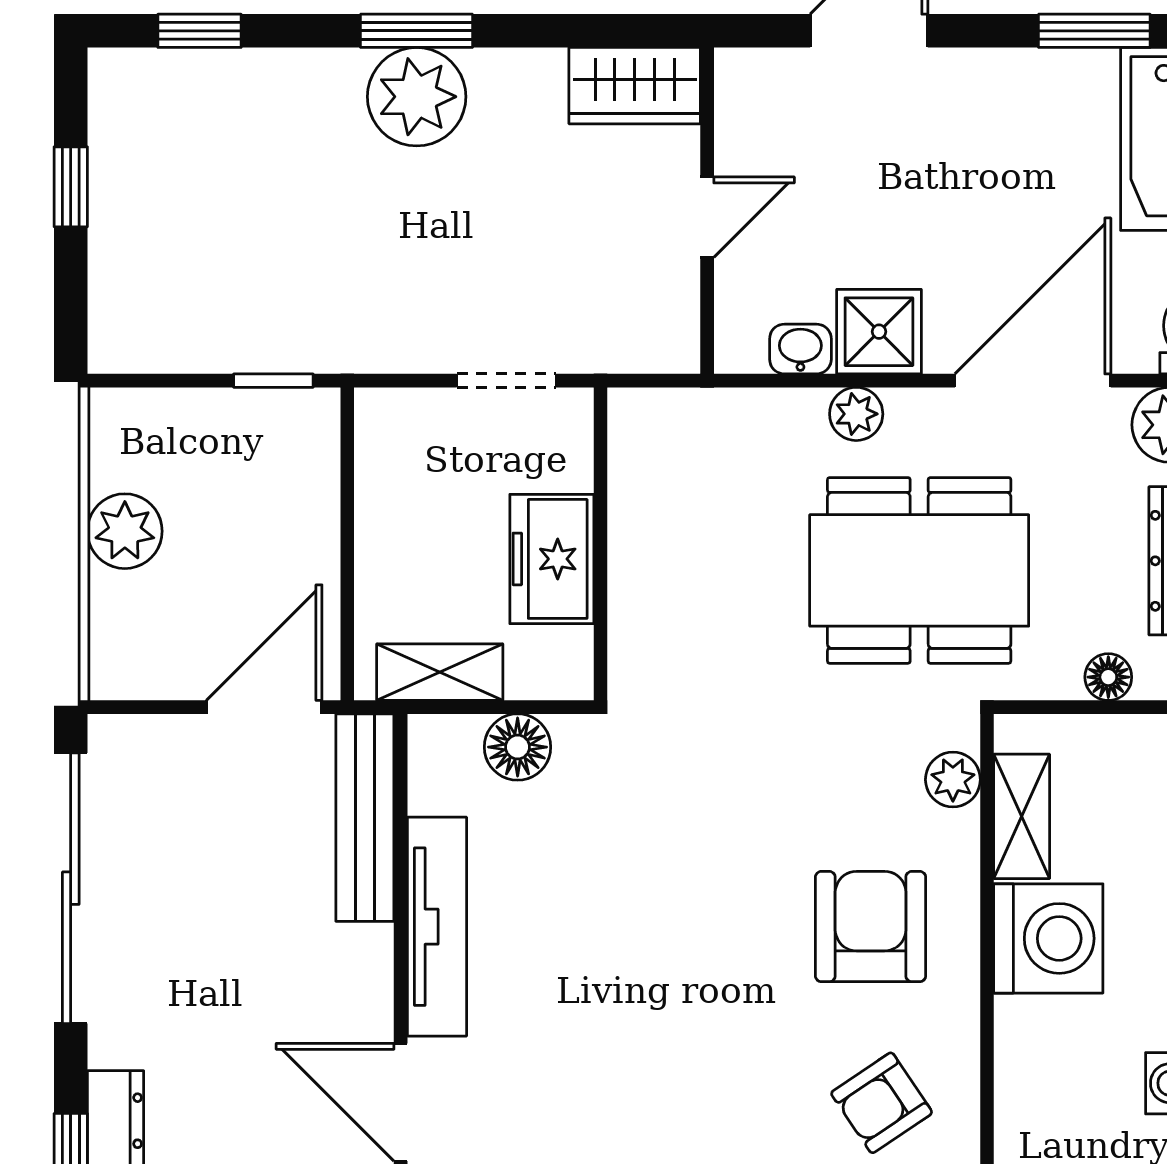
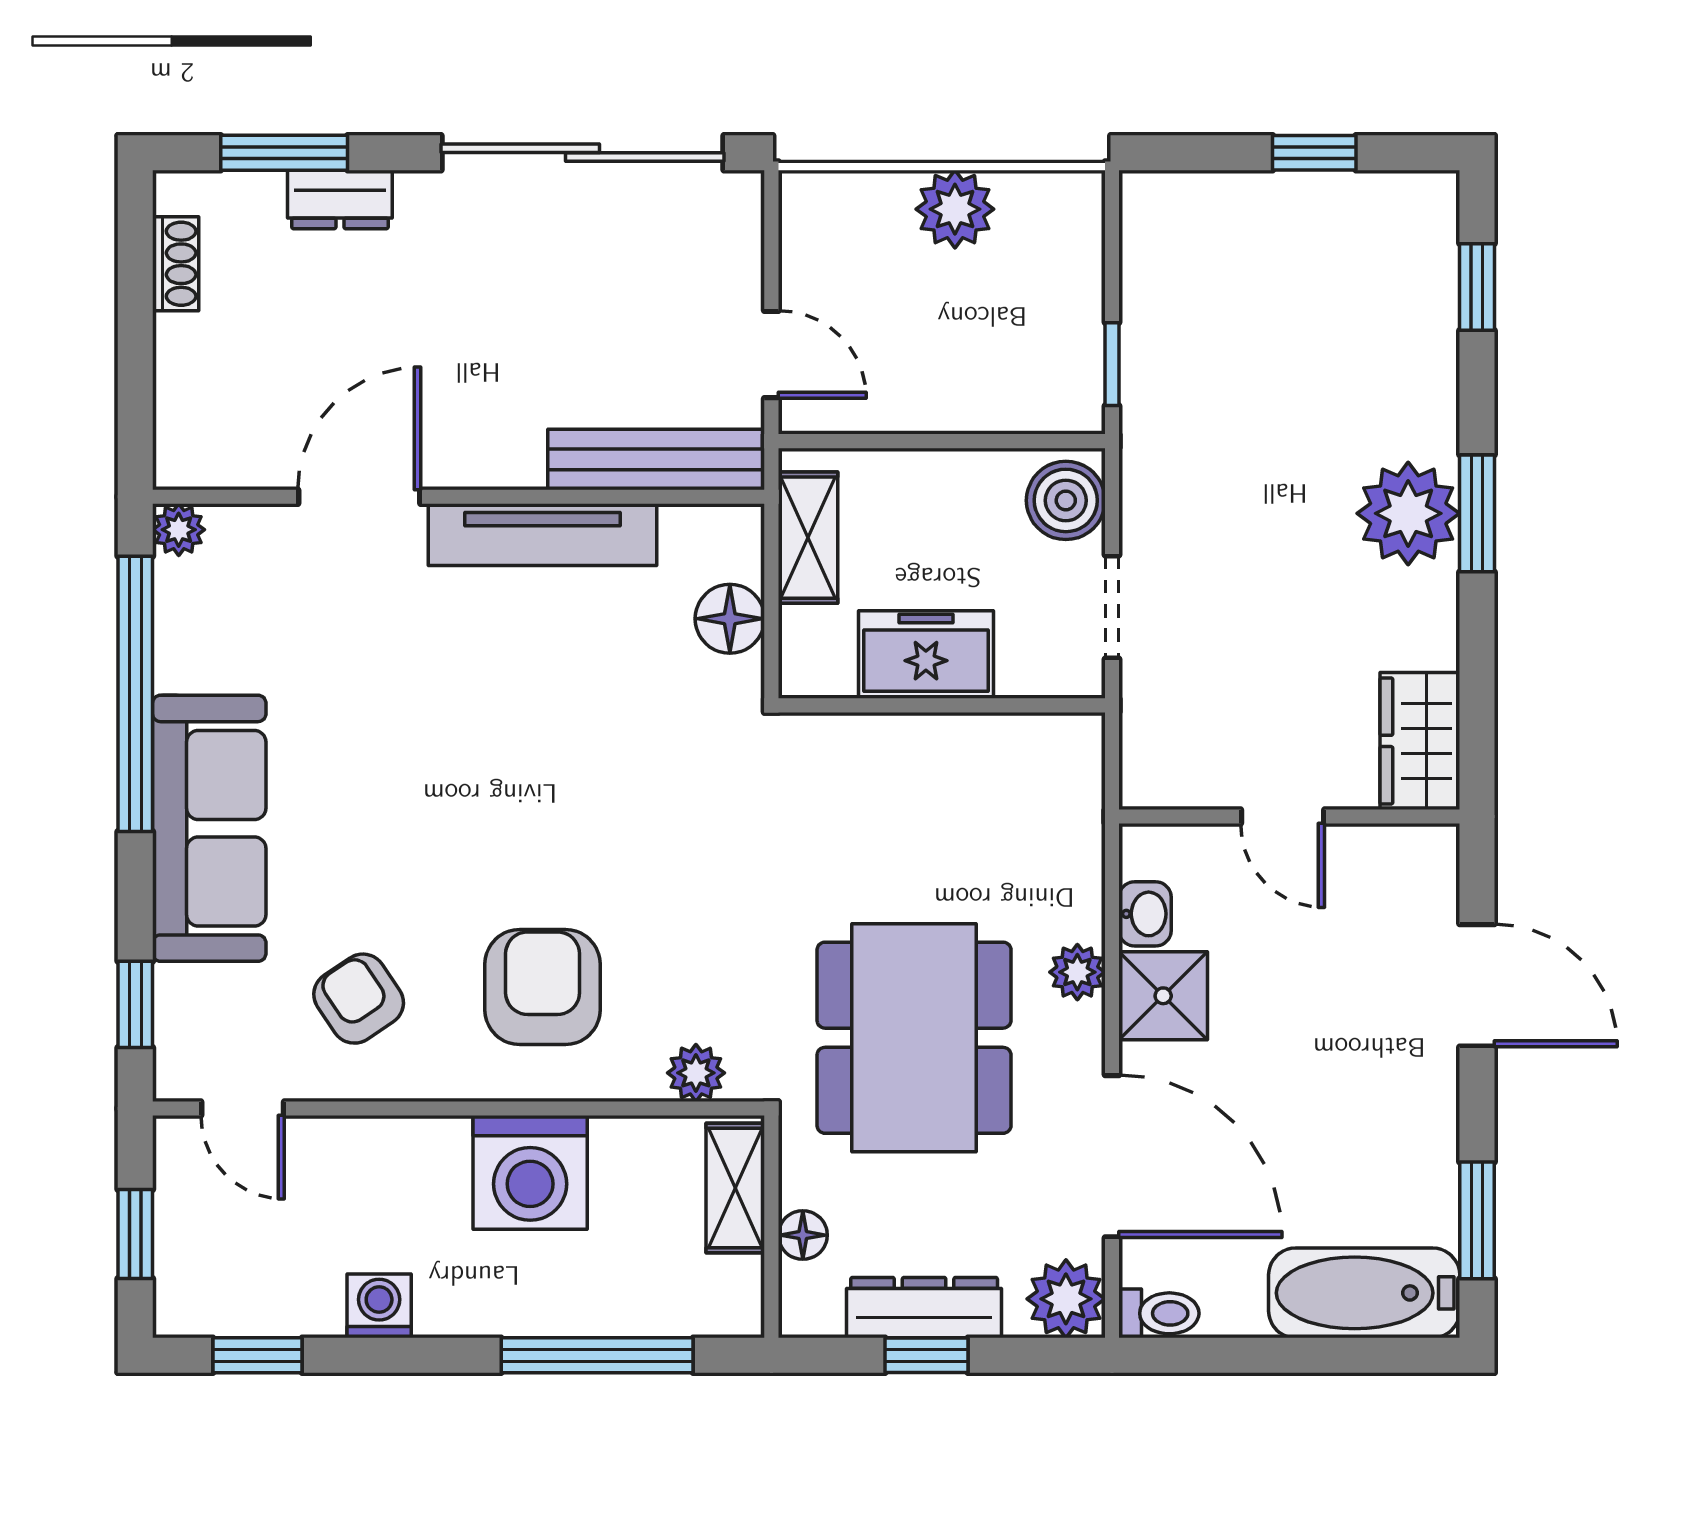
boiler: (404, 425) -> (1066, 500), added
door: (264, 707) -> (771, 354), width x0.73
shelving: (1022, 816) -> (735, 1188), moved, turned 90
armchair: (871, 927) -> (543, 987), turned -90

